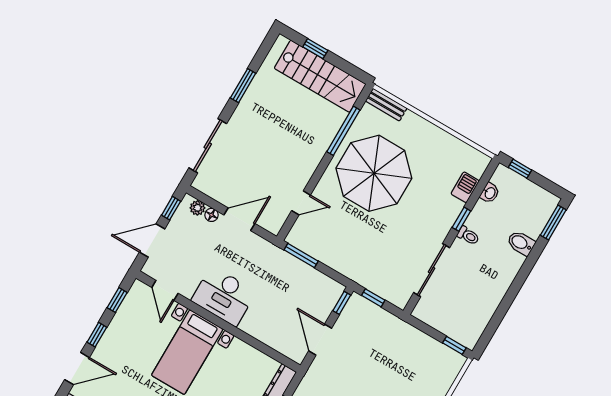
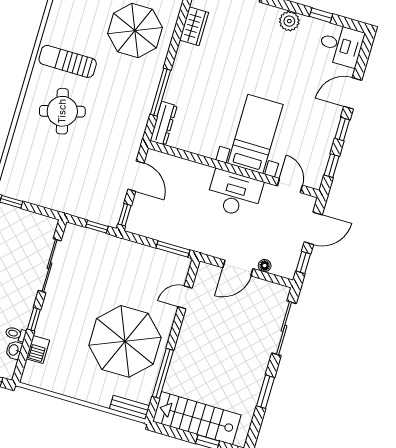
plant: (197, 208) -> (279, 269), removed
toilet: (468, 236) -> (16, 334), moved

